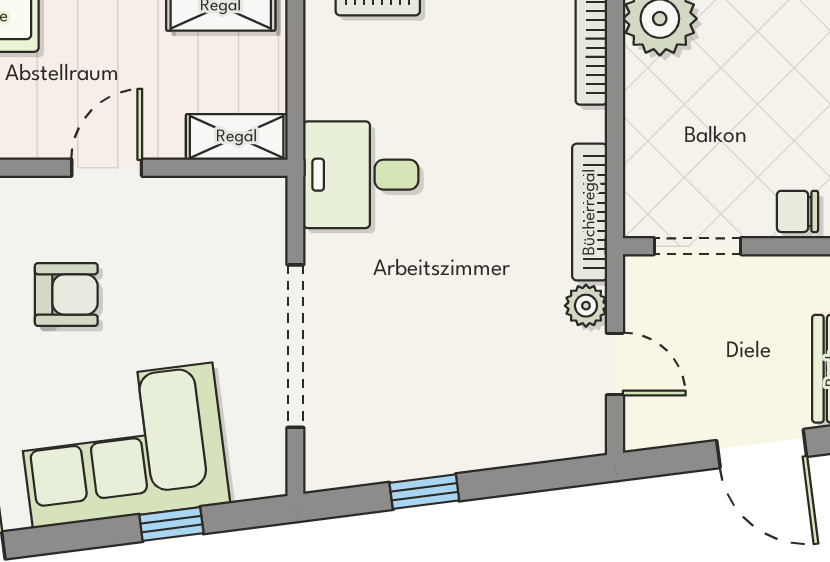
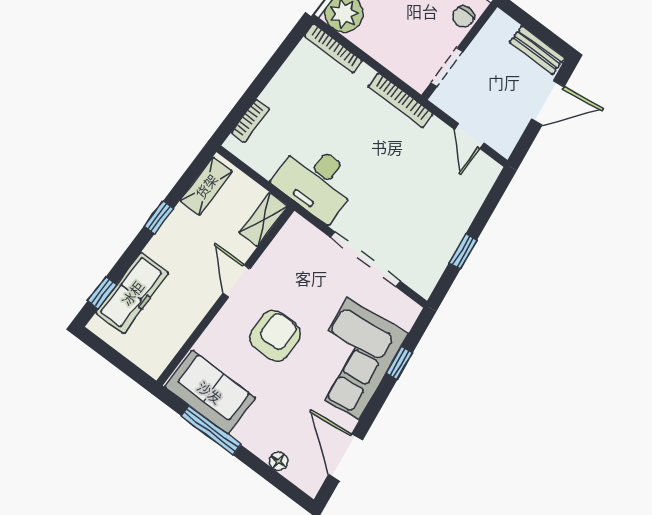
desk: (361, 175) -> (316, 181), width x1.37
armchair: (66, 294) -> (275, 336), width x1.38, depth x1.38
plant: (586, 306) -> (437, 130), removed
door: (615, 364) -> (469, 136), swing flipped

